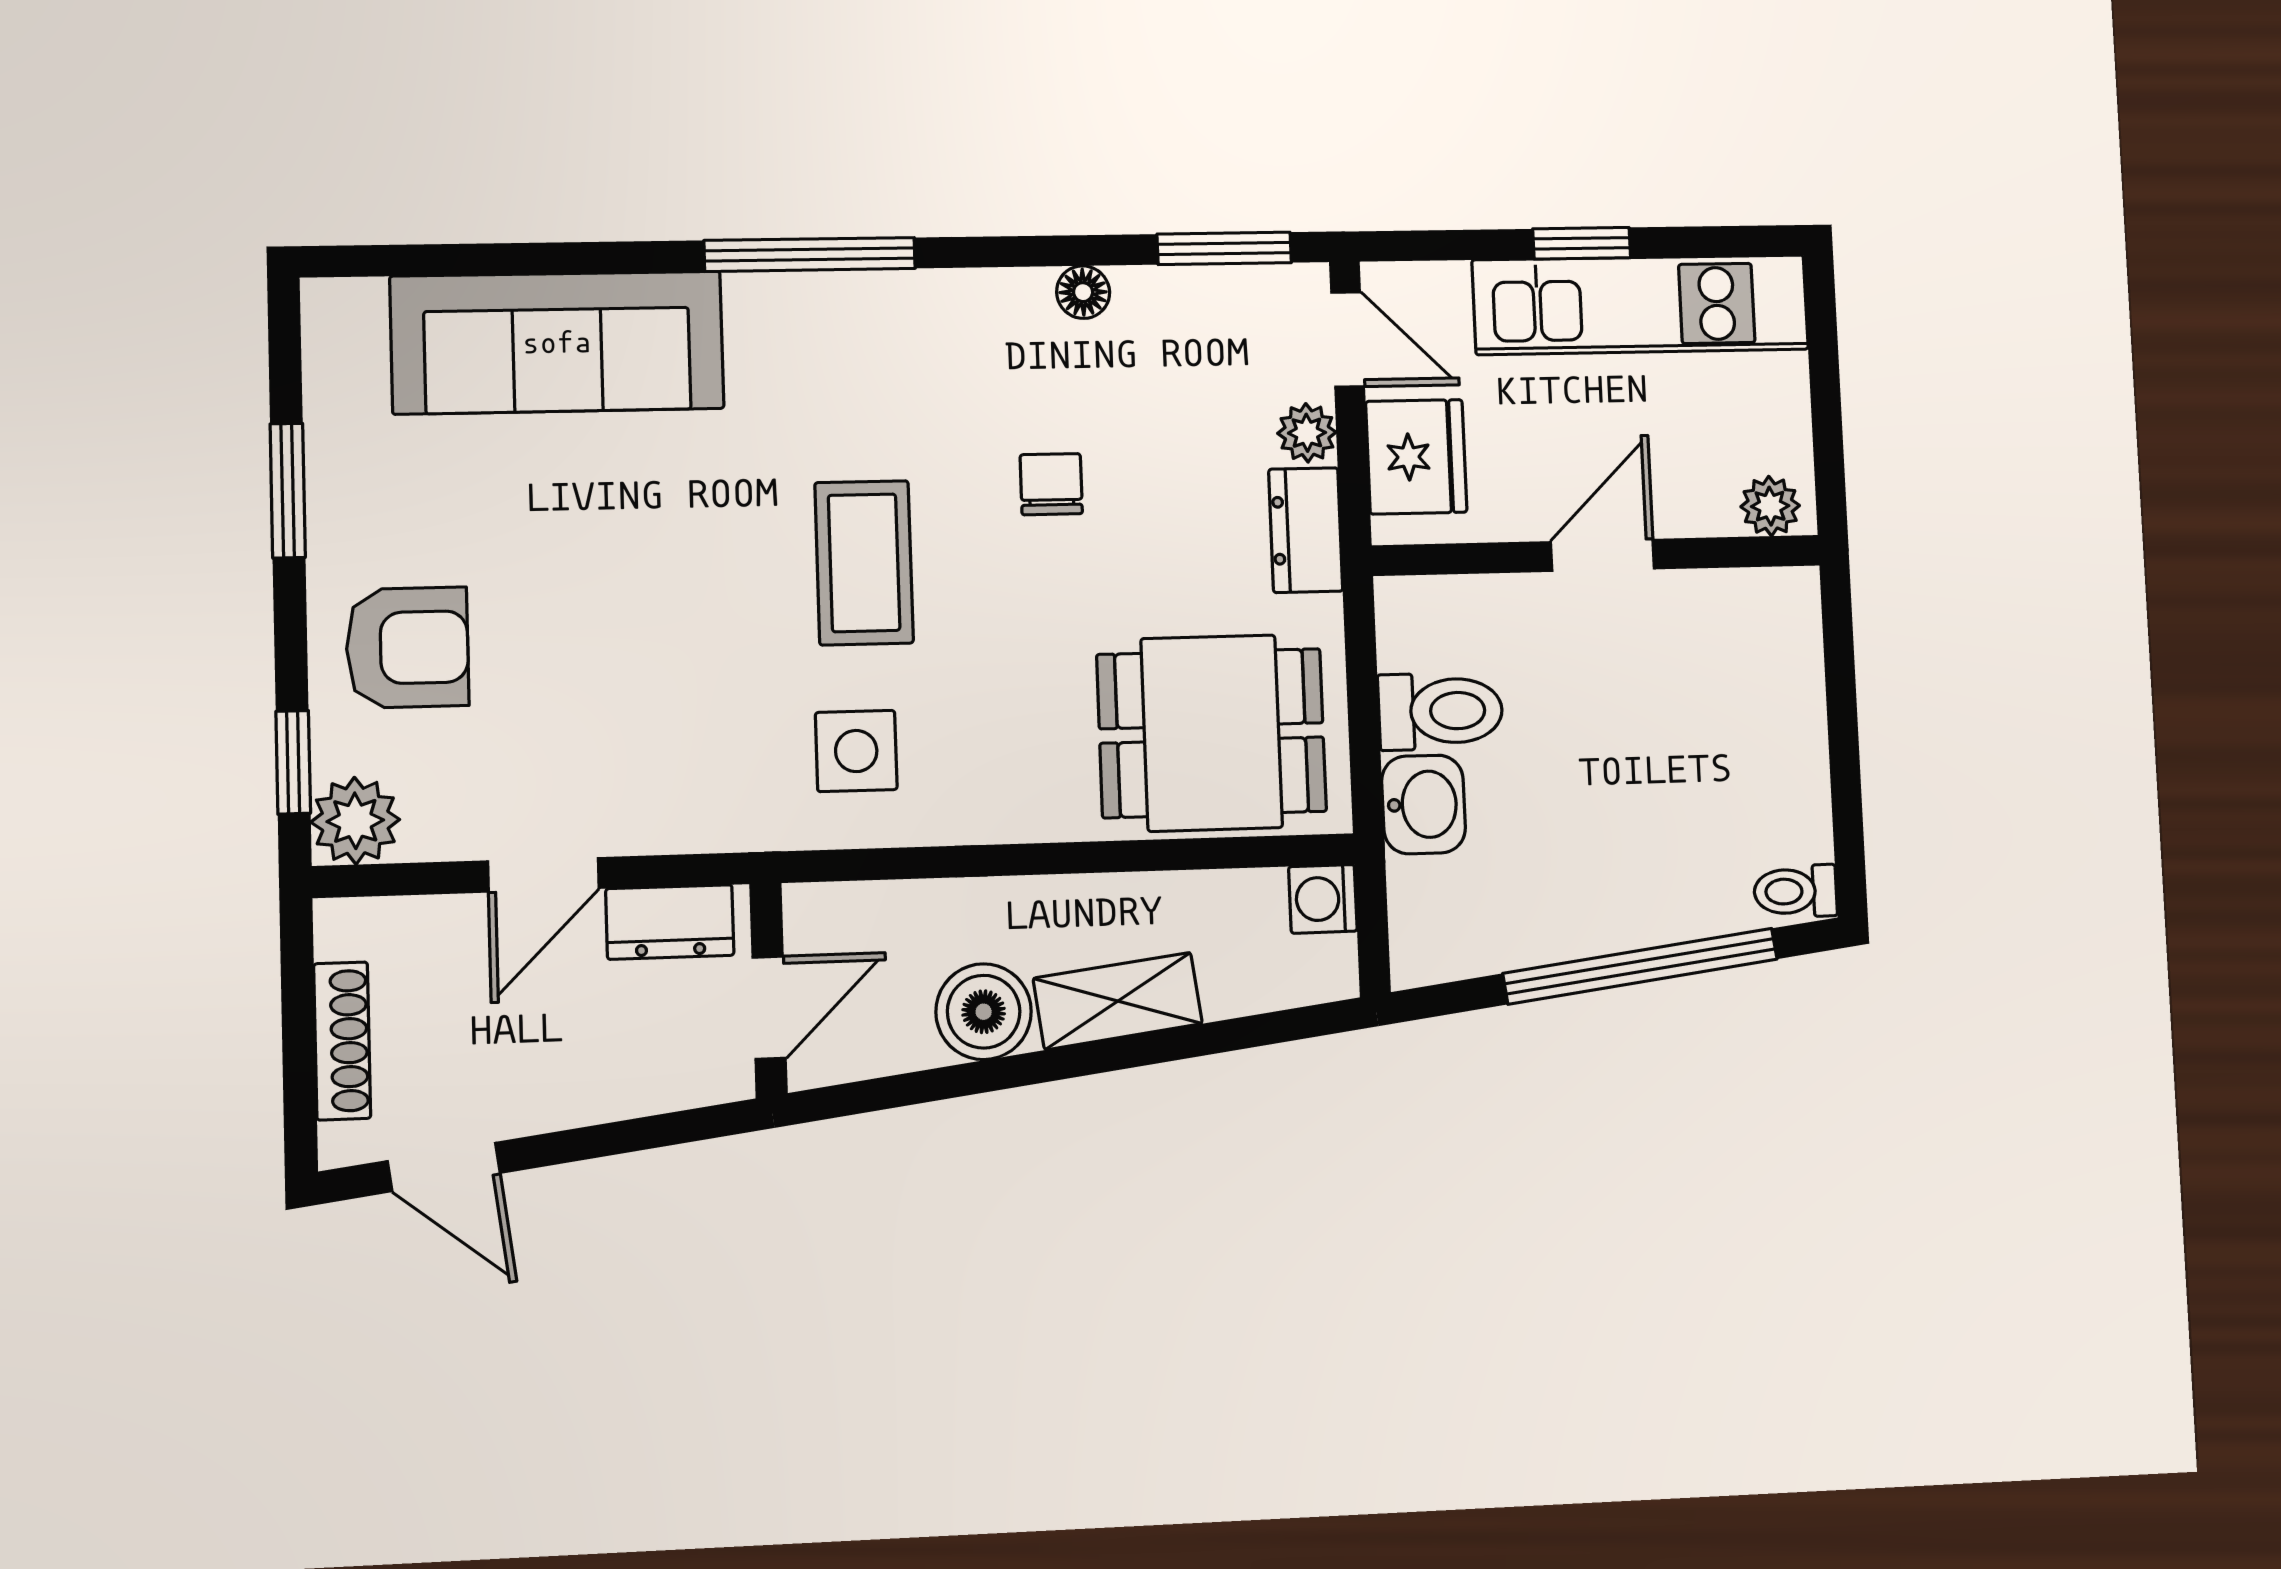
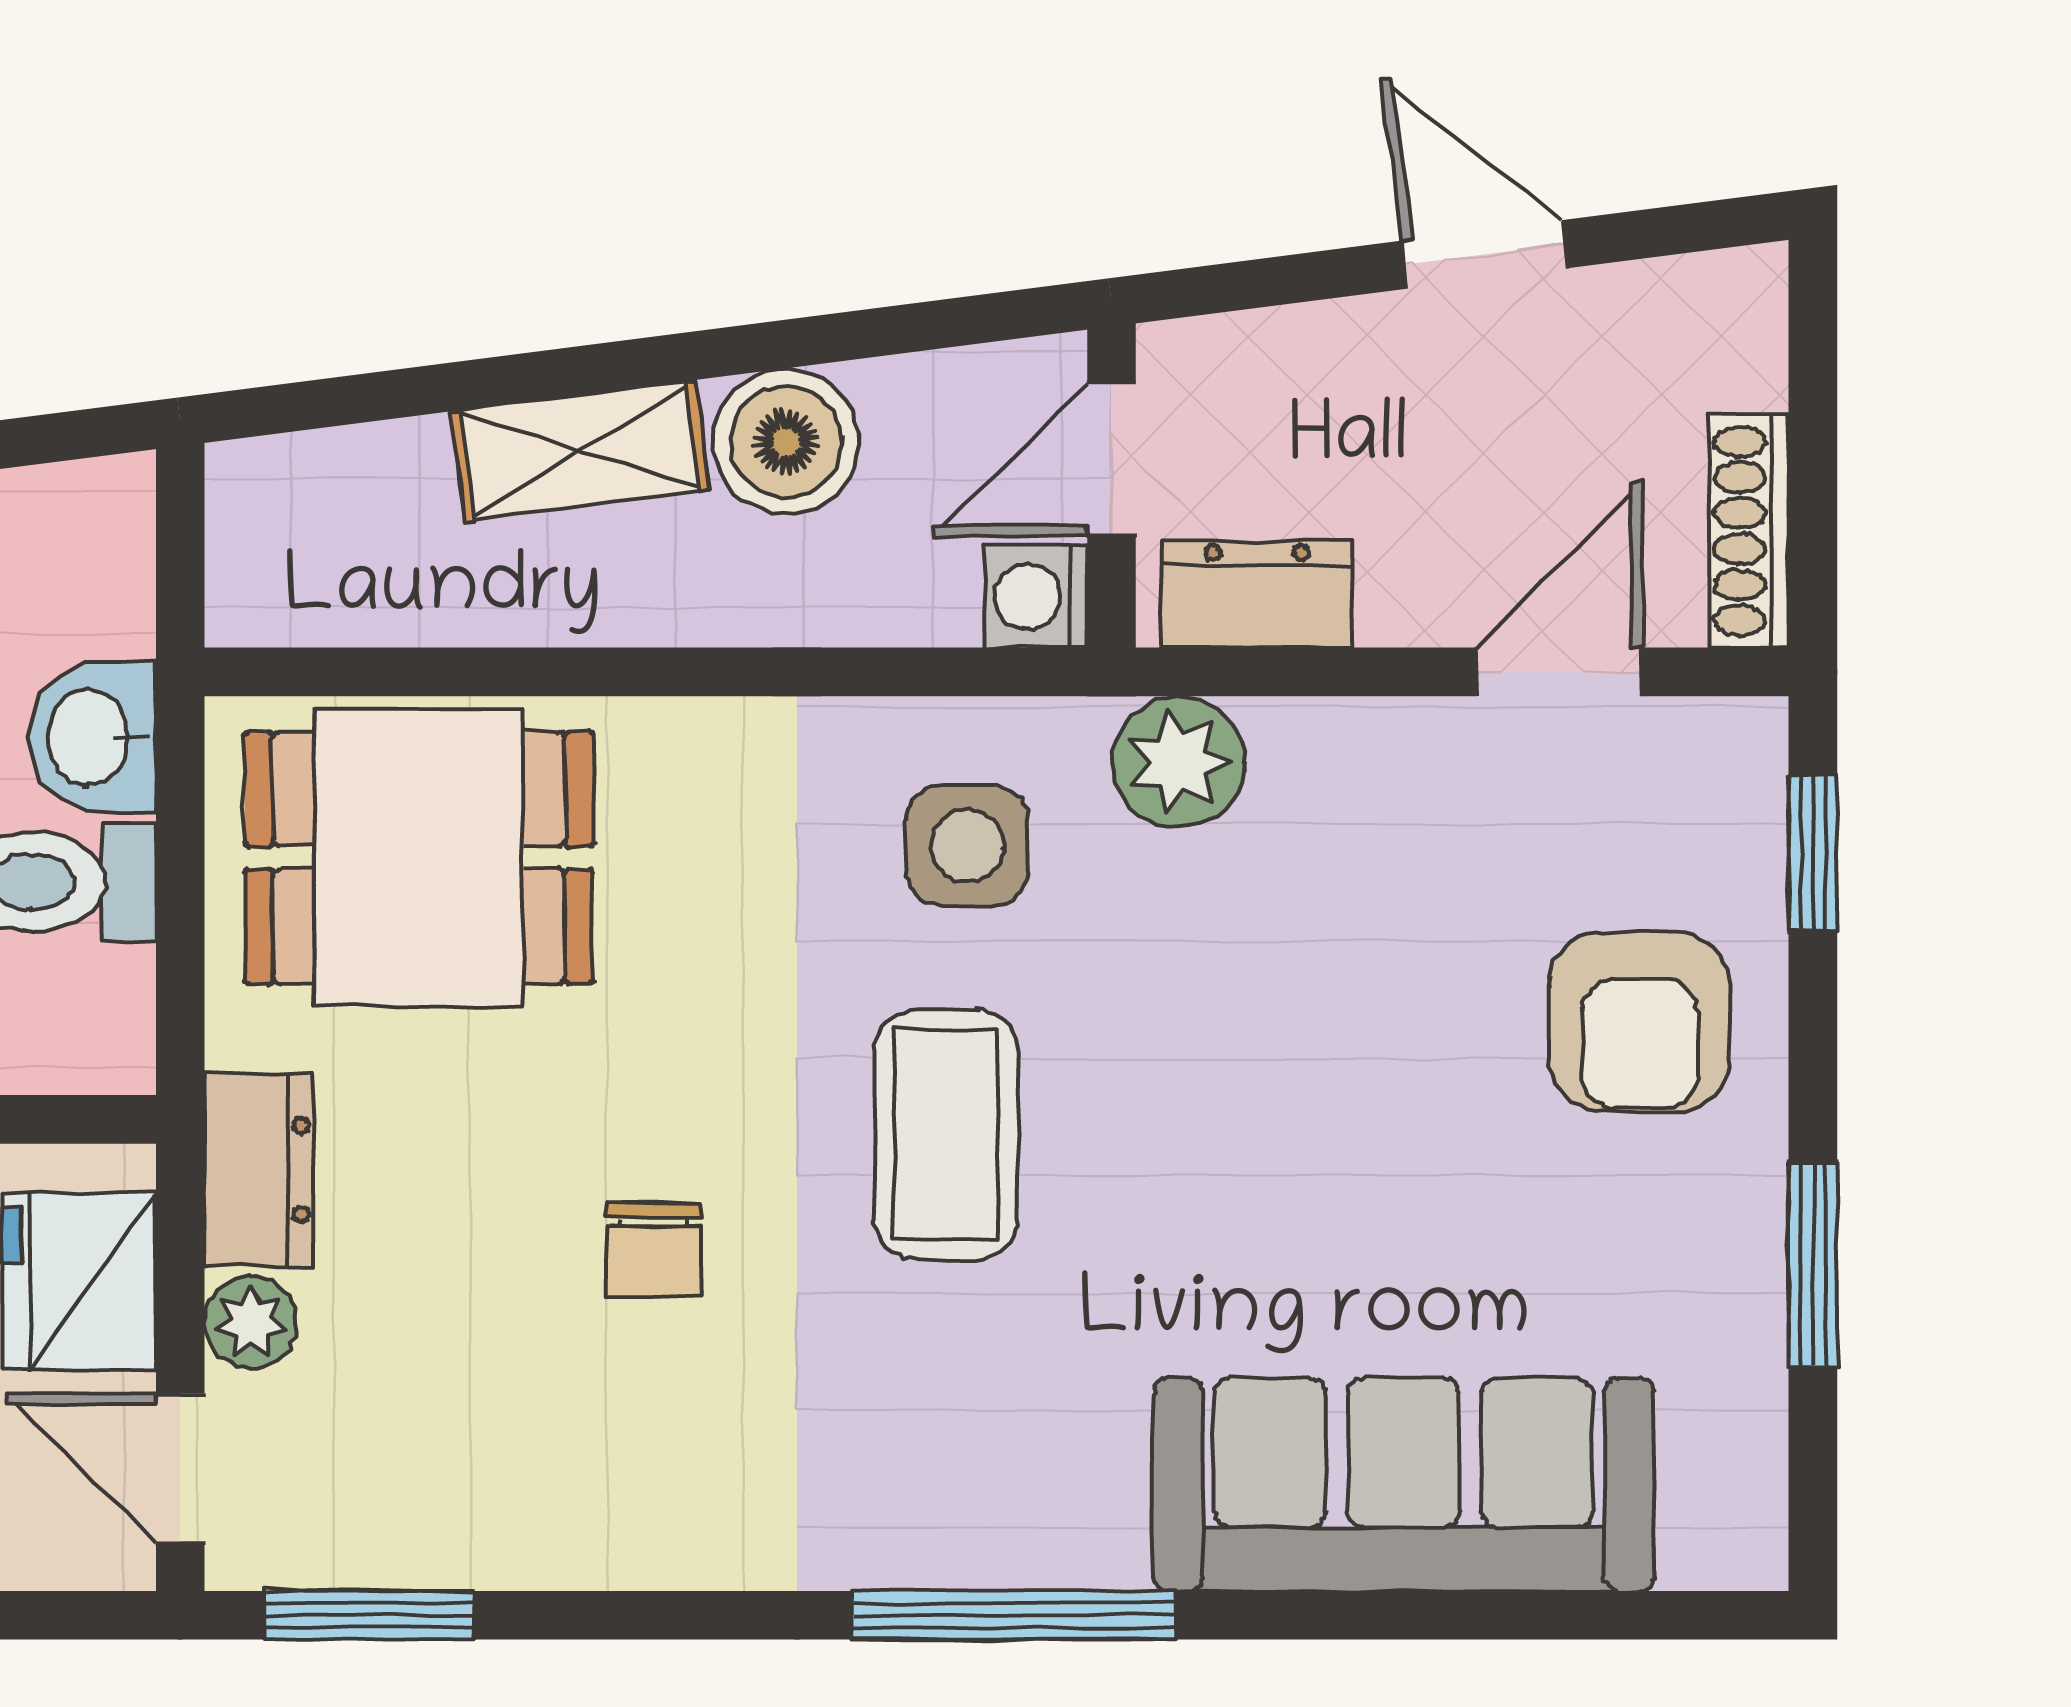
floor lamp: (1083, 292) -> (593, 1550), removed
armchair: (407, 648) -> (1640, 1022), turned -90
plant: (355, 821) -> (1178, 762), moved
door: (543, 875) -> (1560, 672), moved
washing machine: (1323, 899) -> (1036, 596), moved, turned 180
shoe rack: (342, 1041) -> (1749, 531), moved
door: (444, 1167) -> (1485, 254), moved

